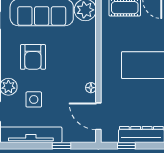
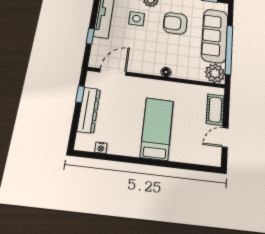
floor lamp: (91, 88) -> (166, 72), moved

